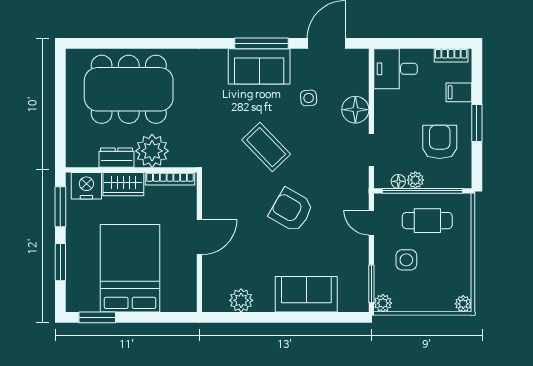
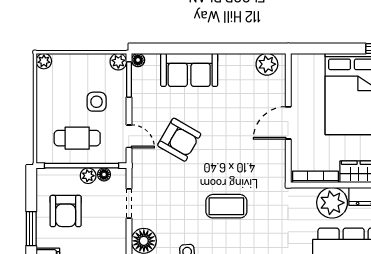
coffee table: (266, 147) -> (226, 206), turned -46
armchair: (291, 210) -> (179, 140), moved
plant: (241, 300) -> (267, 64), moved
floor lamp: (362, 305) -> (138, 60), added

